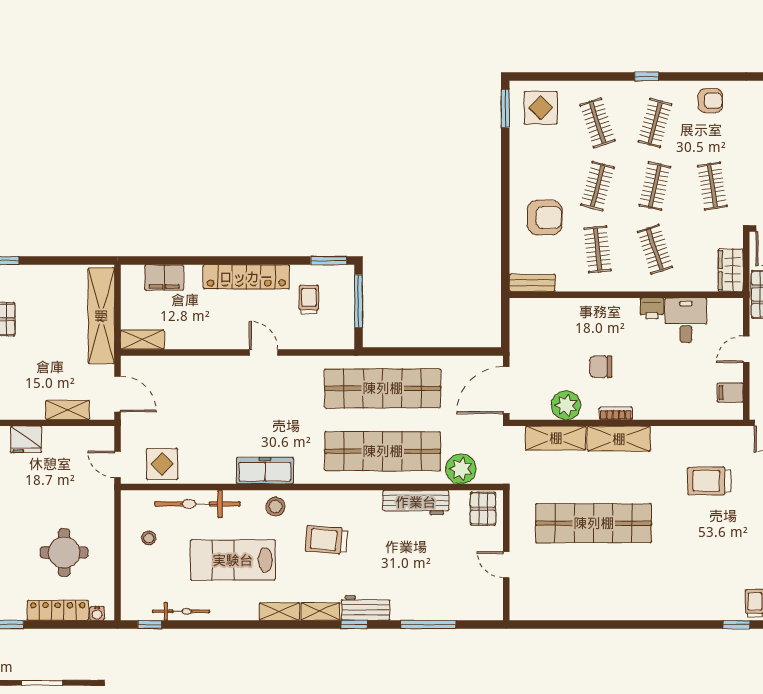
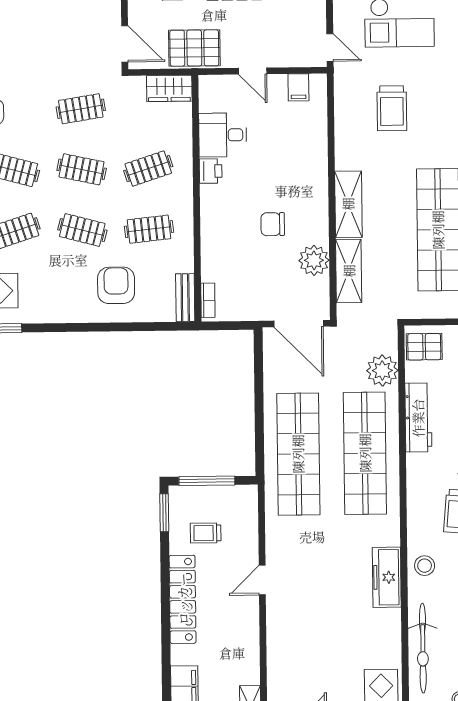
chair: (601, 367) -> (273, 224), turned 90
bookcase: (616, 413) -> (208, 300), moved, turned 180

